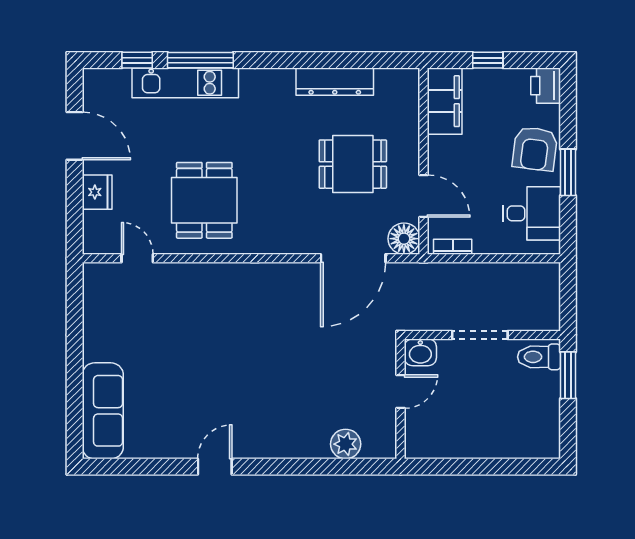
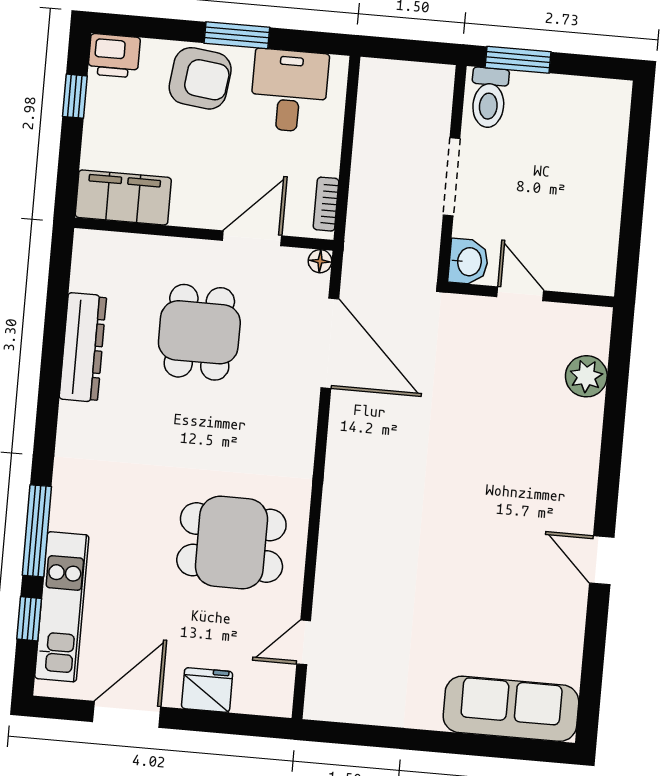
window: (488, 60) -> (75, 96), moved
kitchen unit: (185, 83) -> (62, 607), moved
floor lamp: (404, 239) -> (320, 261), width x0.53, depth x0.53

